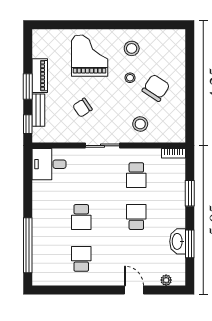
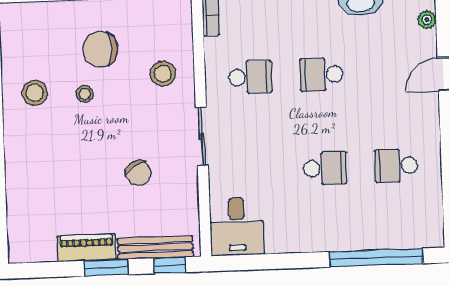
grand piano: (90, 56) -> (50, 164), removed
chair: (156, 88) -> (100, 49), turned -33
bench: (38, 110) -> (155, 248), width x1.36

